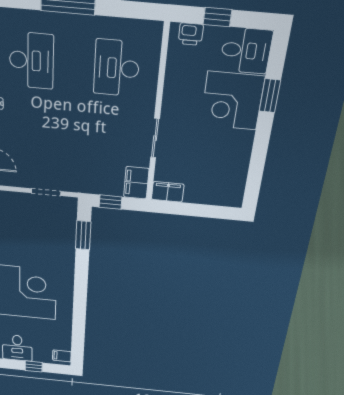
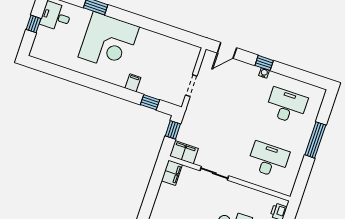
desk: (31, 61) -> (286, 106), turned 180
window: (83, 235) -> (150, 102), width x0.67
filing cabinet: (62, 356) -> (133, 83), moved

